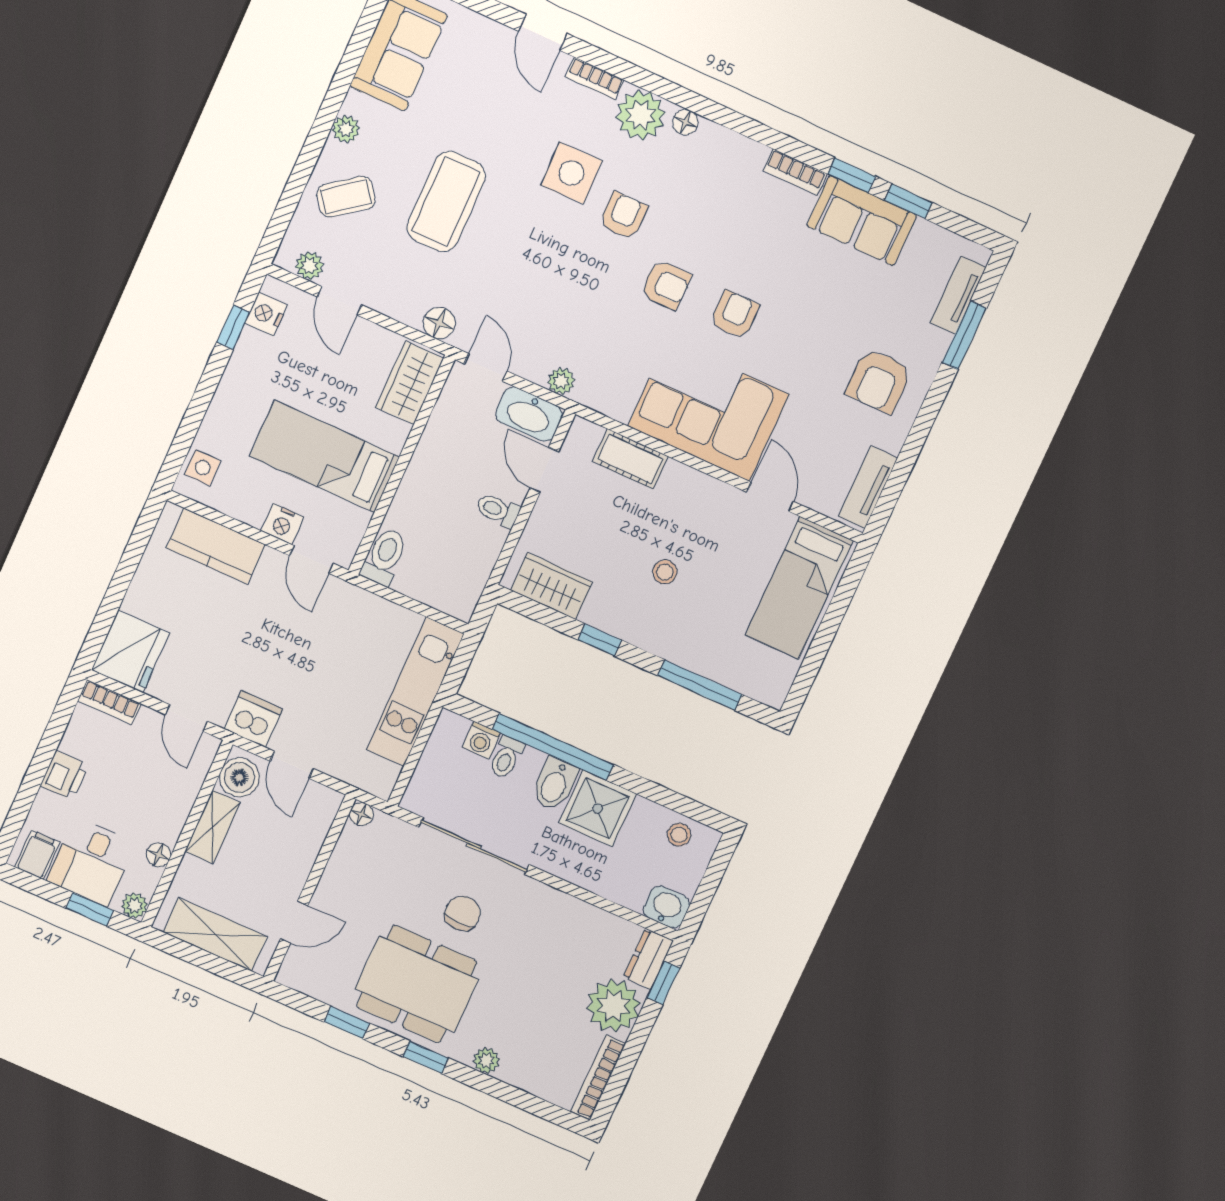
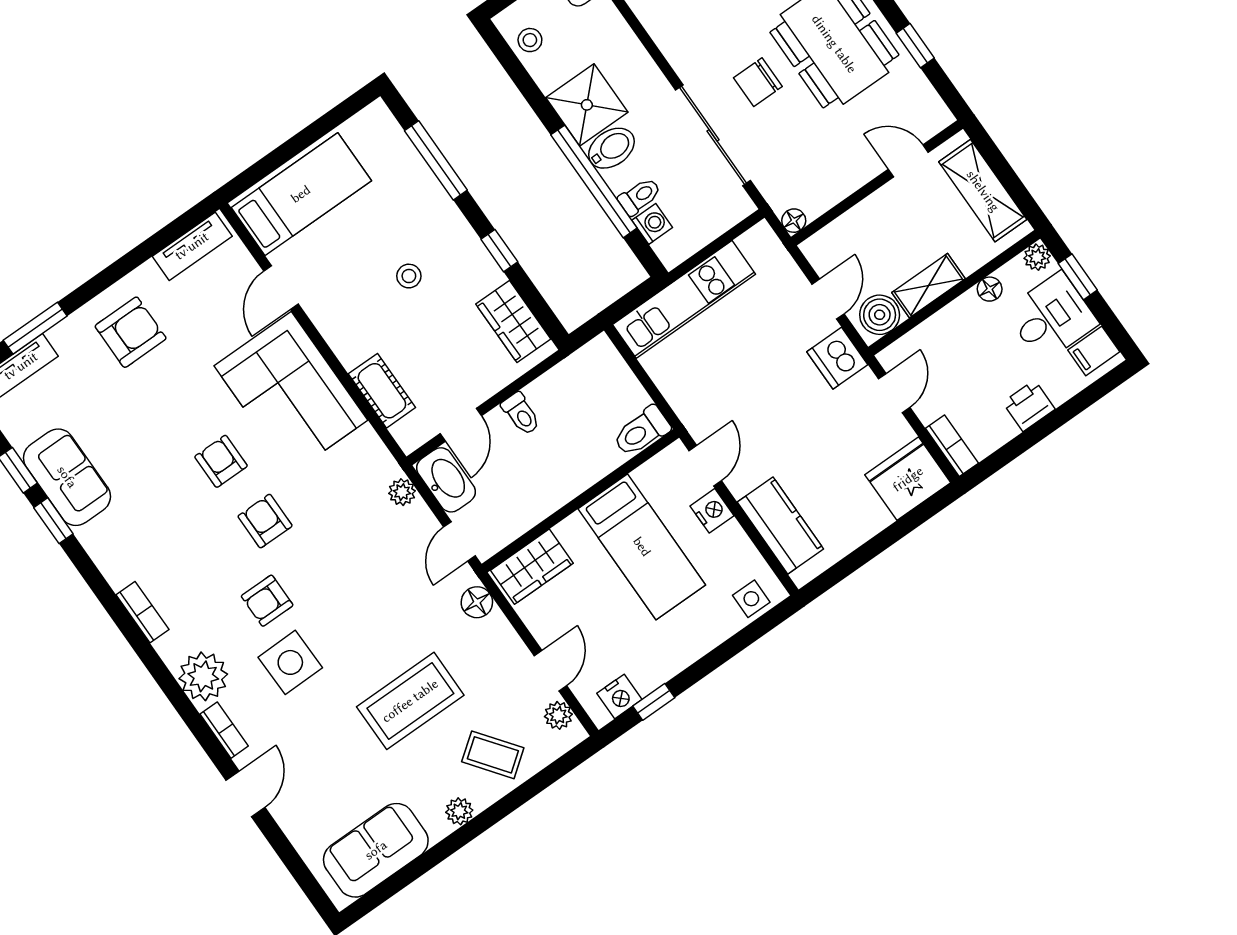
floor lamp: (685, 122) -> (169, 648), removed
bookcase: (795, 172) -> (143, 612), moved
armchair: (735, 315) -> (221, 461), turned 90

